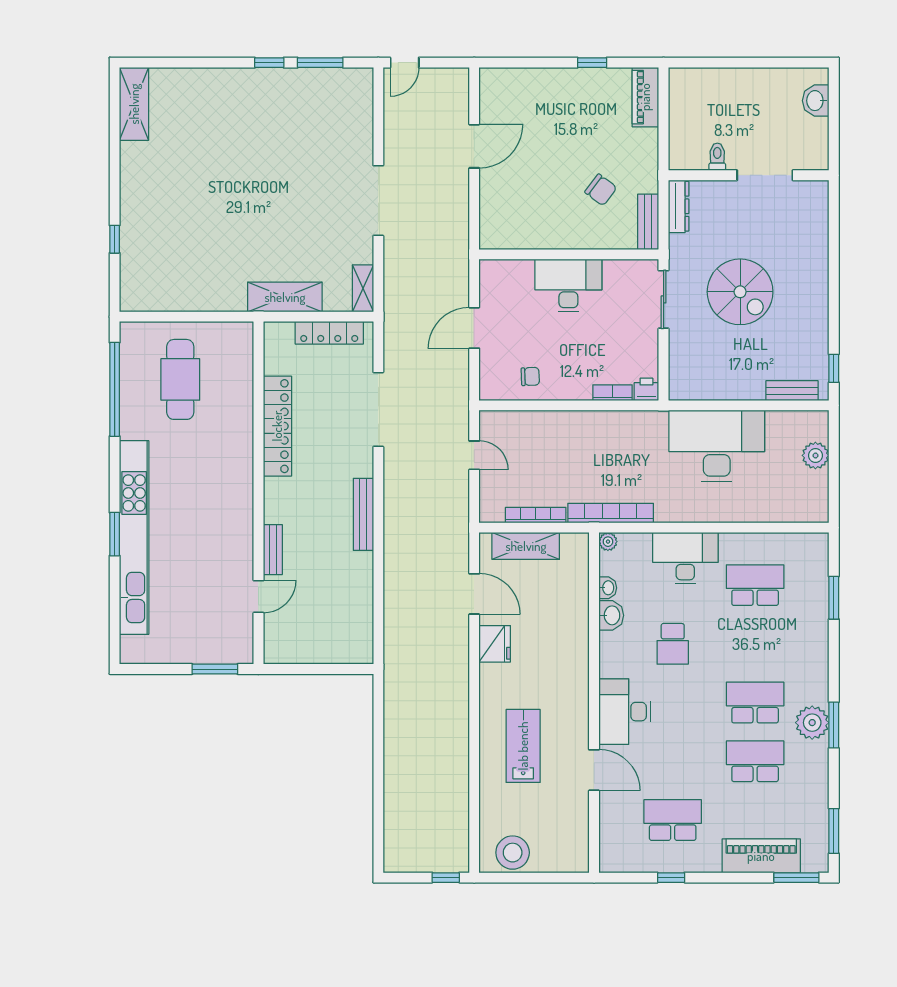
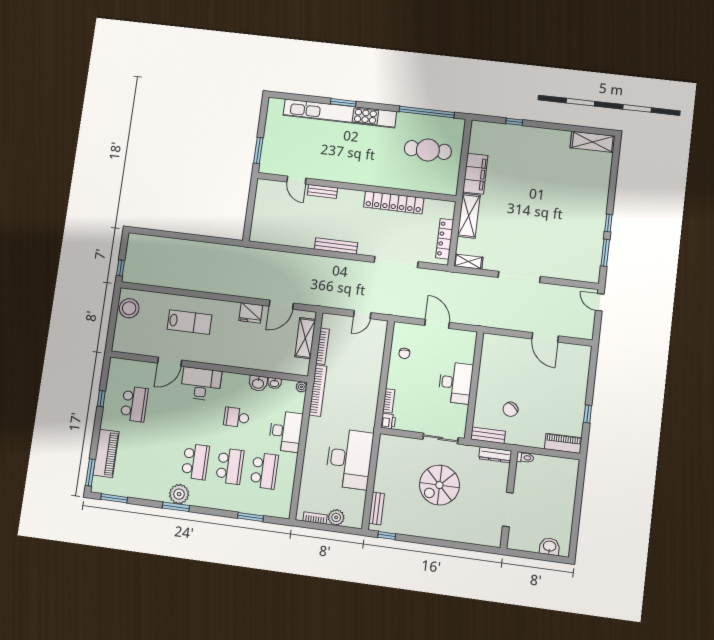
toilet: (717, 157) -> (525, 458), moved
filing cabinet: (212, 294) -> (475, 174), added
bookcase: (821, 490) -> (315, 518), added
school desk: (755, 761) -> (230, 466), moved

